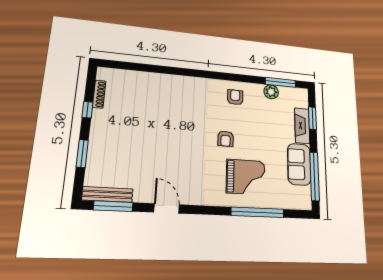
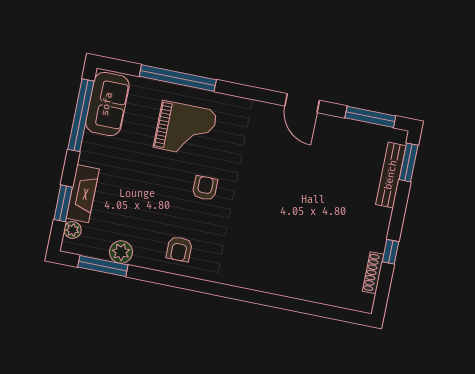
plant: (303, 102) -> (73, 230), added
window: (82, 153) -> (409, 162), moved
sofa: (299, 164) -> (107, 104), moved
grand piano: (246, 177) -> (185, 129), turned 180
bench: (108, 194) -> (391, 175), moved, turned 90

